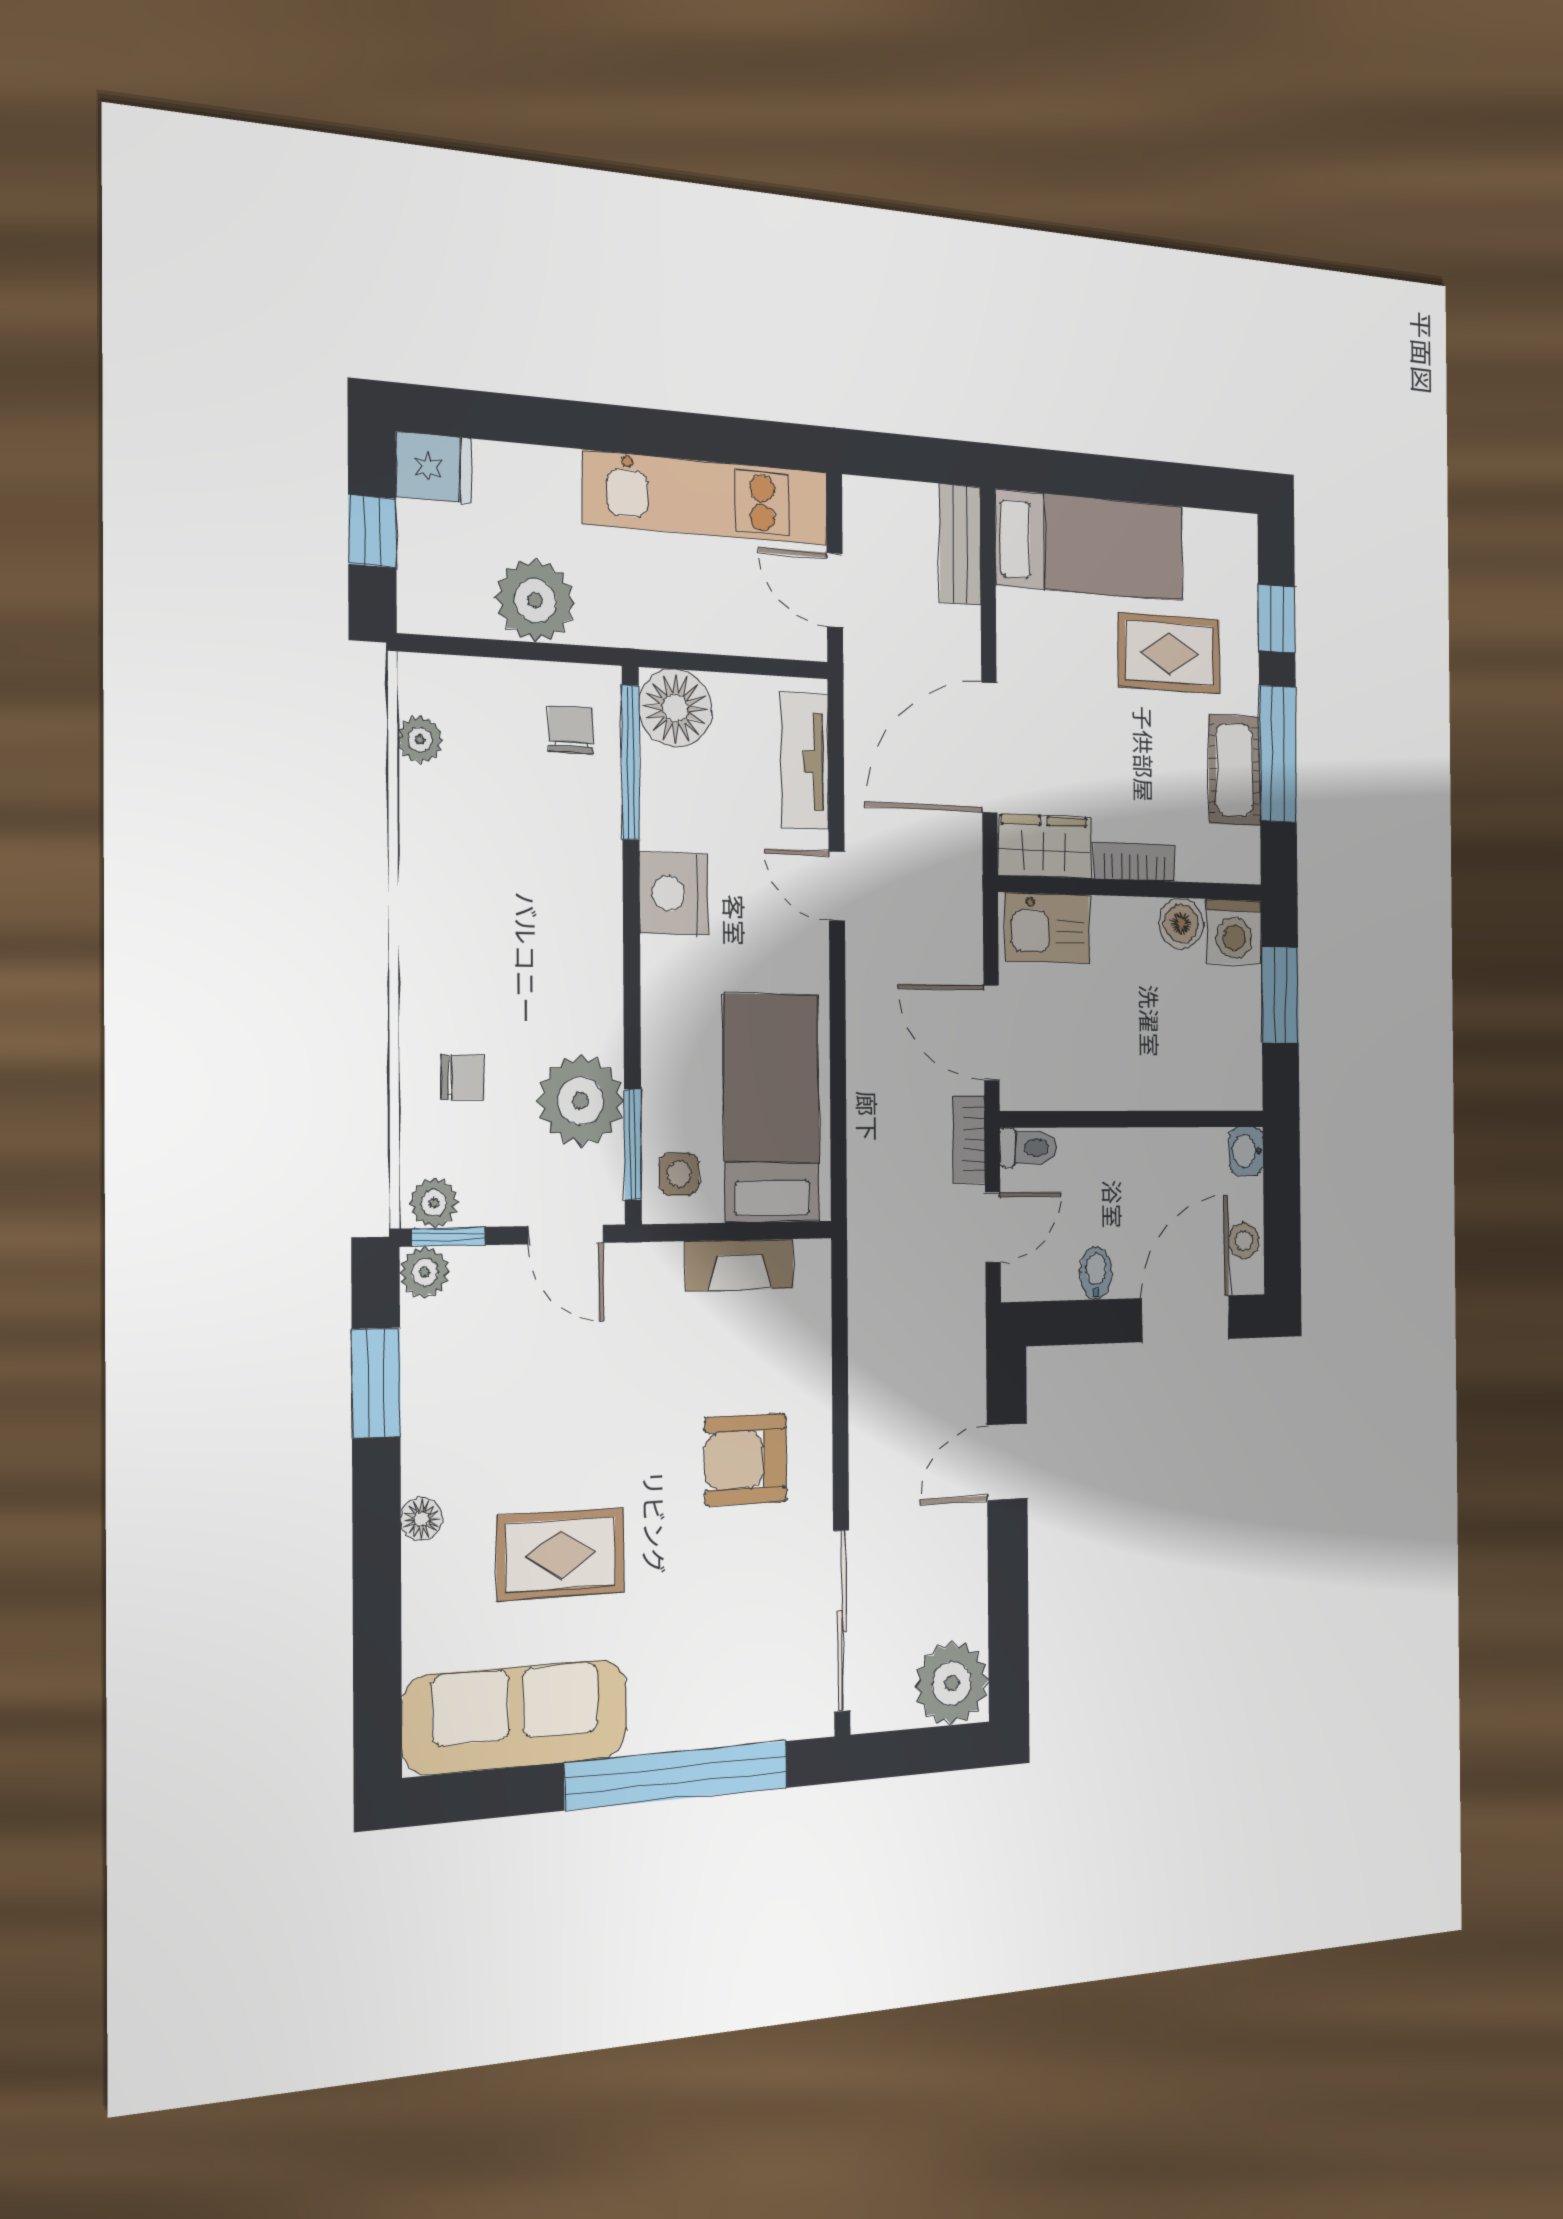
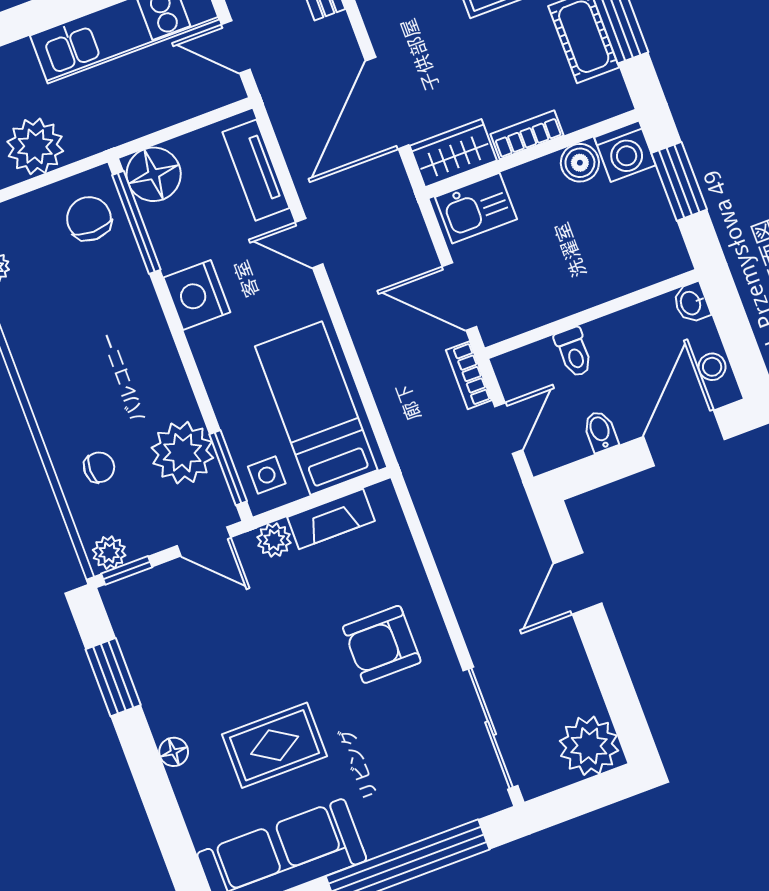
chair: (571, 730) -> (89, 219), width x1.37, depth x1.37
toilet: (1028, 1148) -> (574, 352), moved, turned 90
plant: (425, 1272) -> (274, 540), moved

